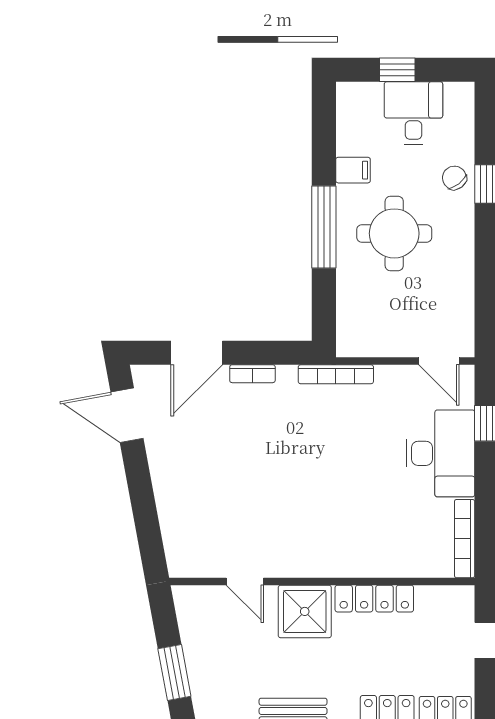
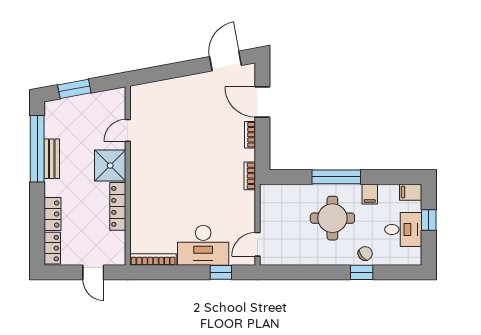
filing cabinet: (350, 100) -> (411, 192), added
bookcase: (336, 374) -> (250, 176), width x0.64

